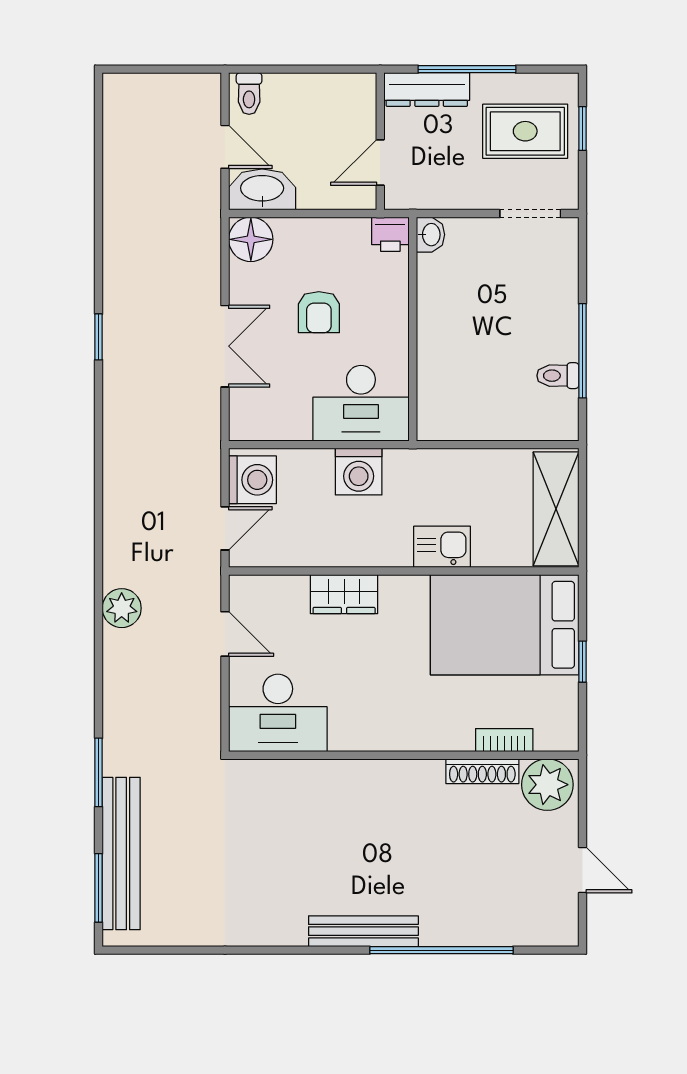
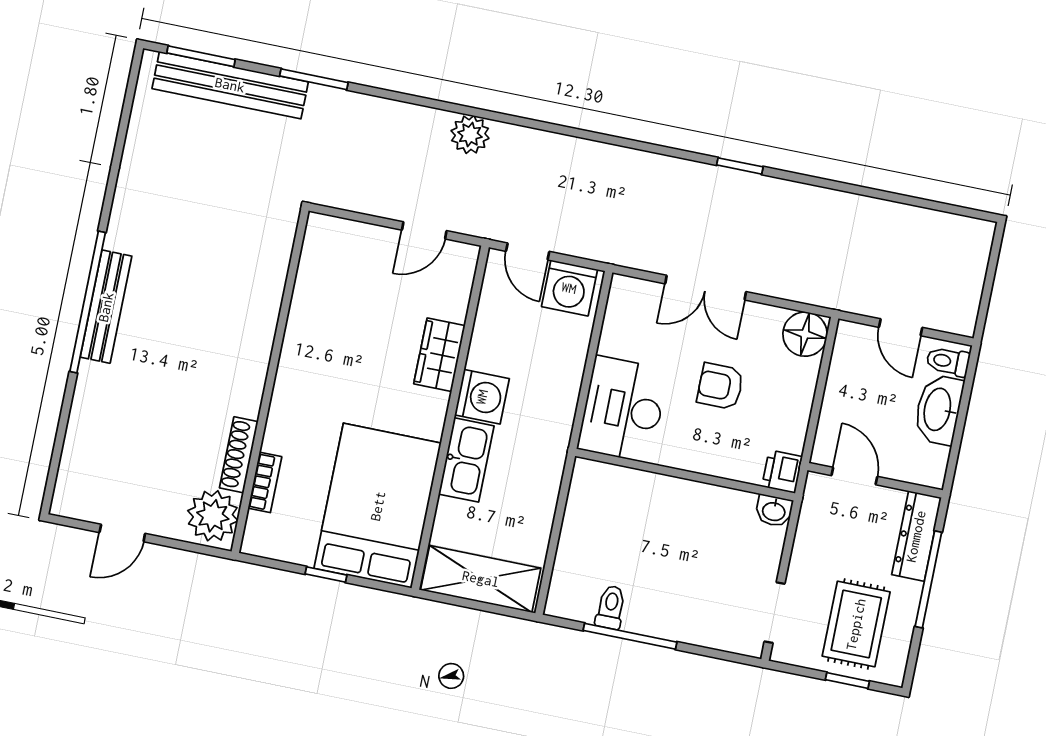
door: (225, 147) -> (901, 327), hinge flipped
washbasin: (262, 189) -> (938, 410), moved, turned 180
washing machine: (359, 472) -> (482, 397), moved, turned 180
kitchen sink: (442, 547) -> (466, 460), width x1.38
desk: (278, 713) -> (337, 266), removed
window: (441, 950) -> (88, 302), moved

